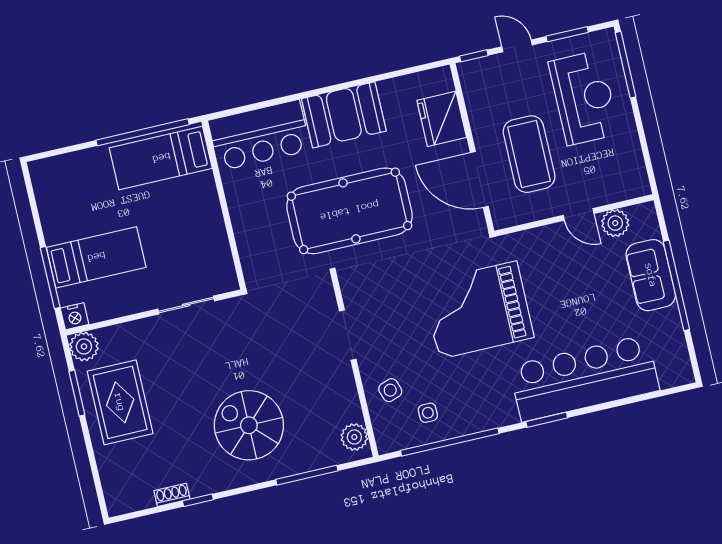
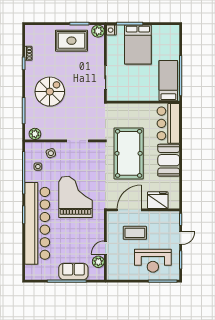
coffee table: (529, 154) -> (135, 233), width x0.73, depth x0.76
bed: (96, 257) -> (138, 45), width x1.50
bar counter: (584, 378) -> (37, 223), width x1.36

